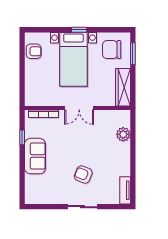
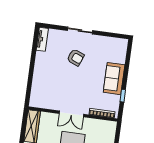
double door: (79, 108) -> (71, 114), swing flipped
plant: (123, 134) -> (37, 87), removed

